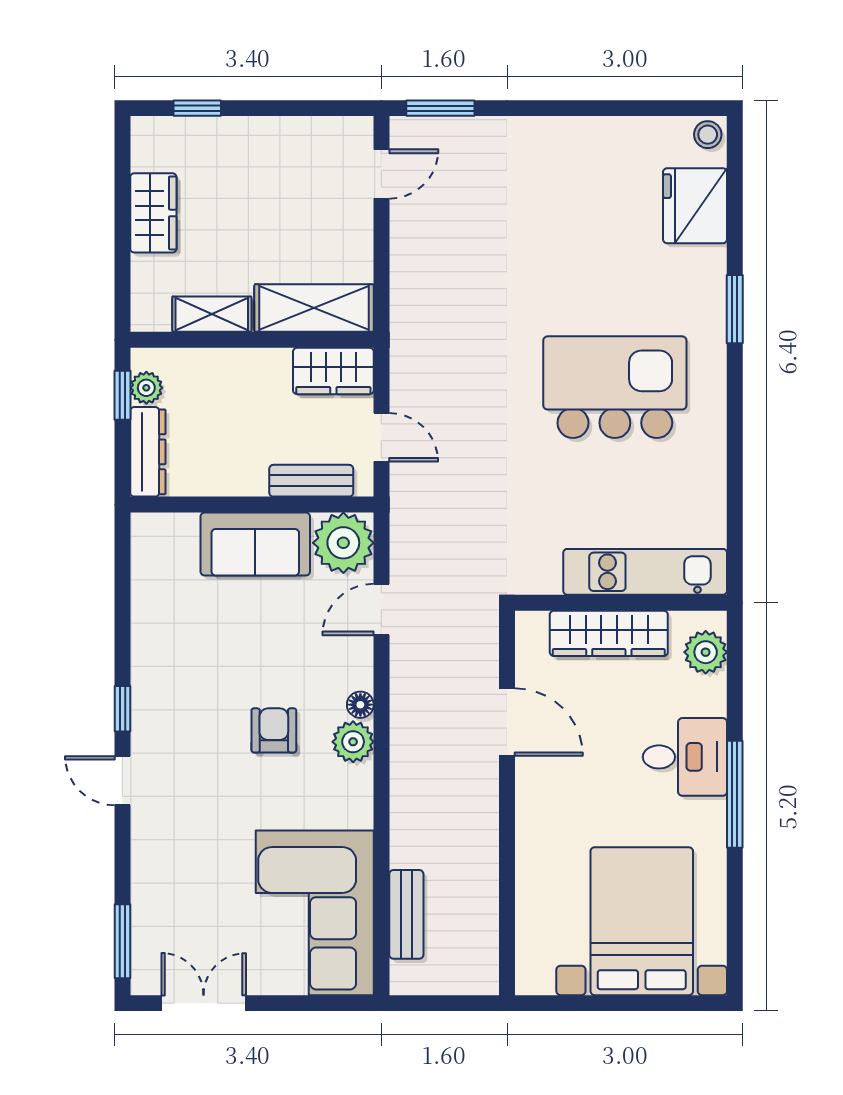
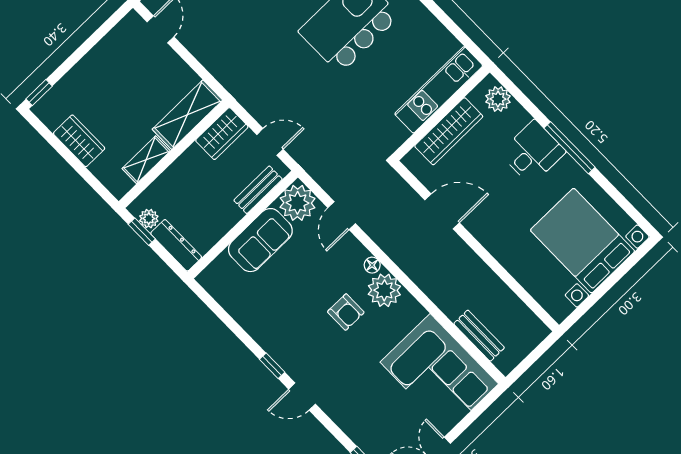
window: (197, 108) -> (39, 92), moved
armchair: (274, 730) -> (346, 312), turned 180
plant: (353, 742) -> (384, 290), width x1.36, depth x1.36

